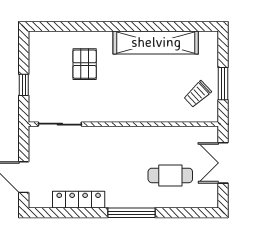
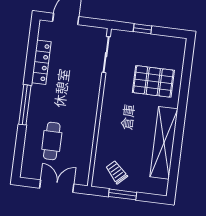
pallet: (85, 64) -> (153, 81), width x1.50, depth x1.42

